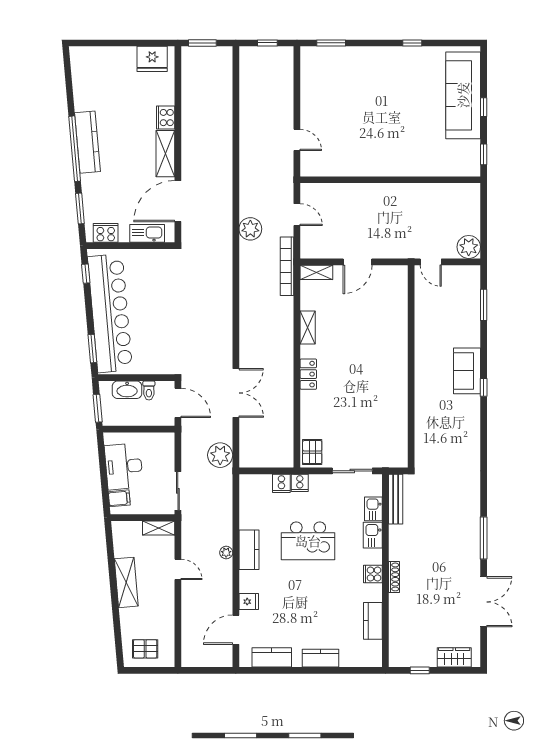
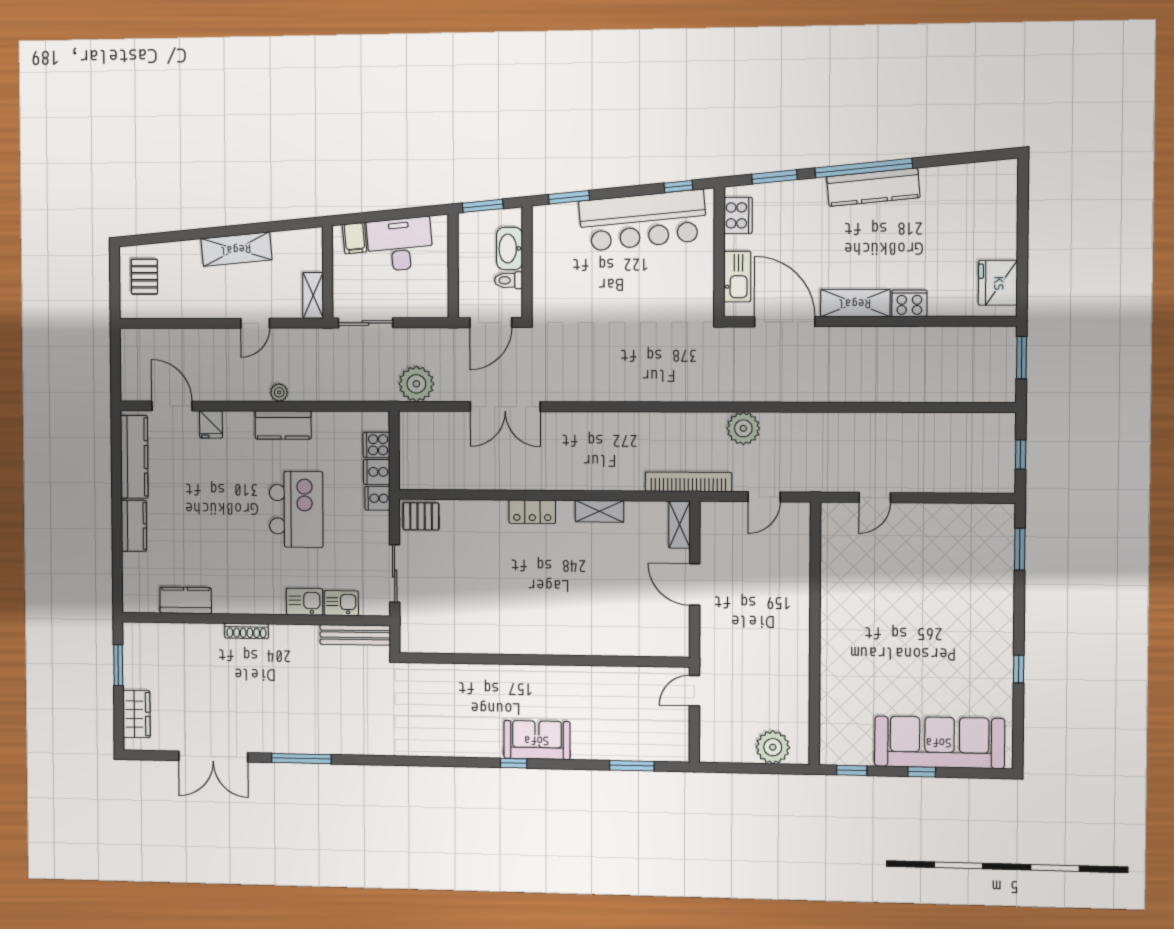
plant: (469, 247) -> (773, 747), moved
bar counter: (110, 313) -> (643, 221), width x0.73
kitchen island: (308, 541) -> (296, 509), turned 180
cooker: (373, 574) -> (376, 445), moved, turned -90
kitchen counter: (272, 657) -> (134, 457), width x1.50
window: (420, 670) -> (118, 665), width x1.50

